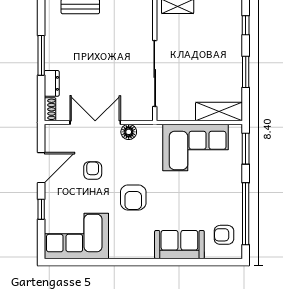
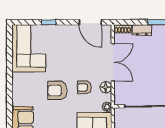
plant: (155, 130) -> (107, 107), added
door: (41, 168) -> (90, 22), moved
armchair: (93, 171) -> (84, 87), moved, turned 180

